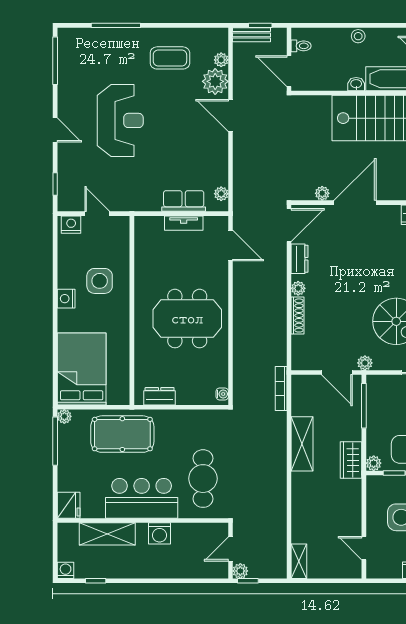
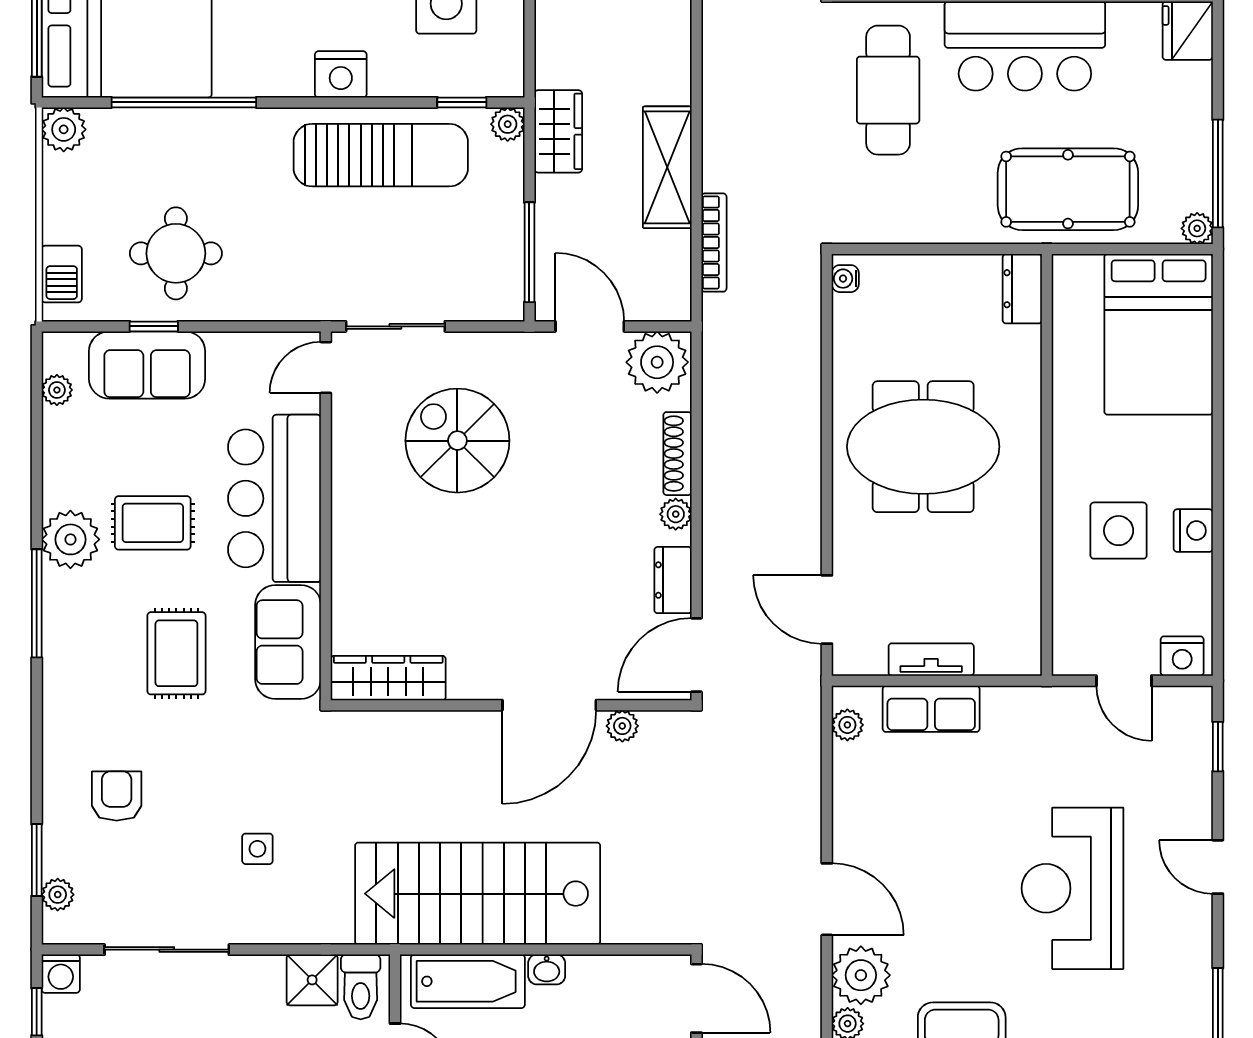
nightstand: (66, 299) -> (1193, 531), moved
plant: (365, 363) -> (657, 362), moved, width x1.88, depth x1.88
bookcase: (281, 388) -> (714, 243), moved
dresser: (160, 396) -> (1022, 289), moved, turned 90

